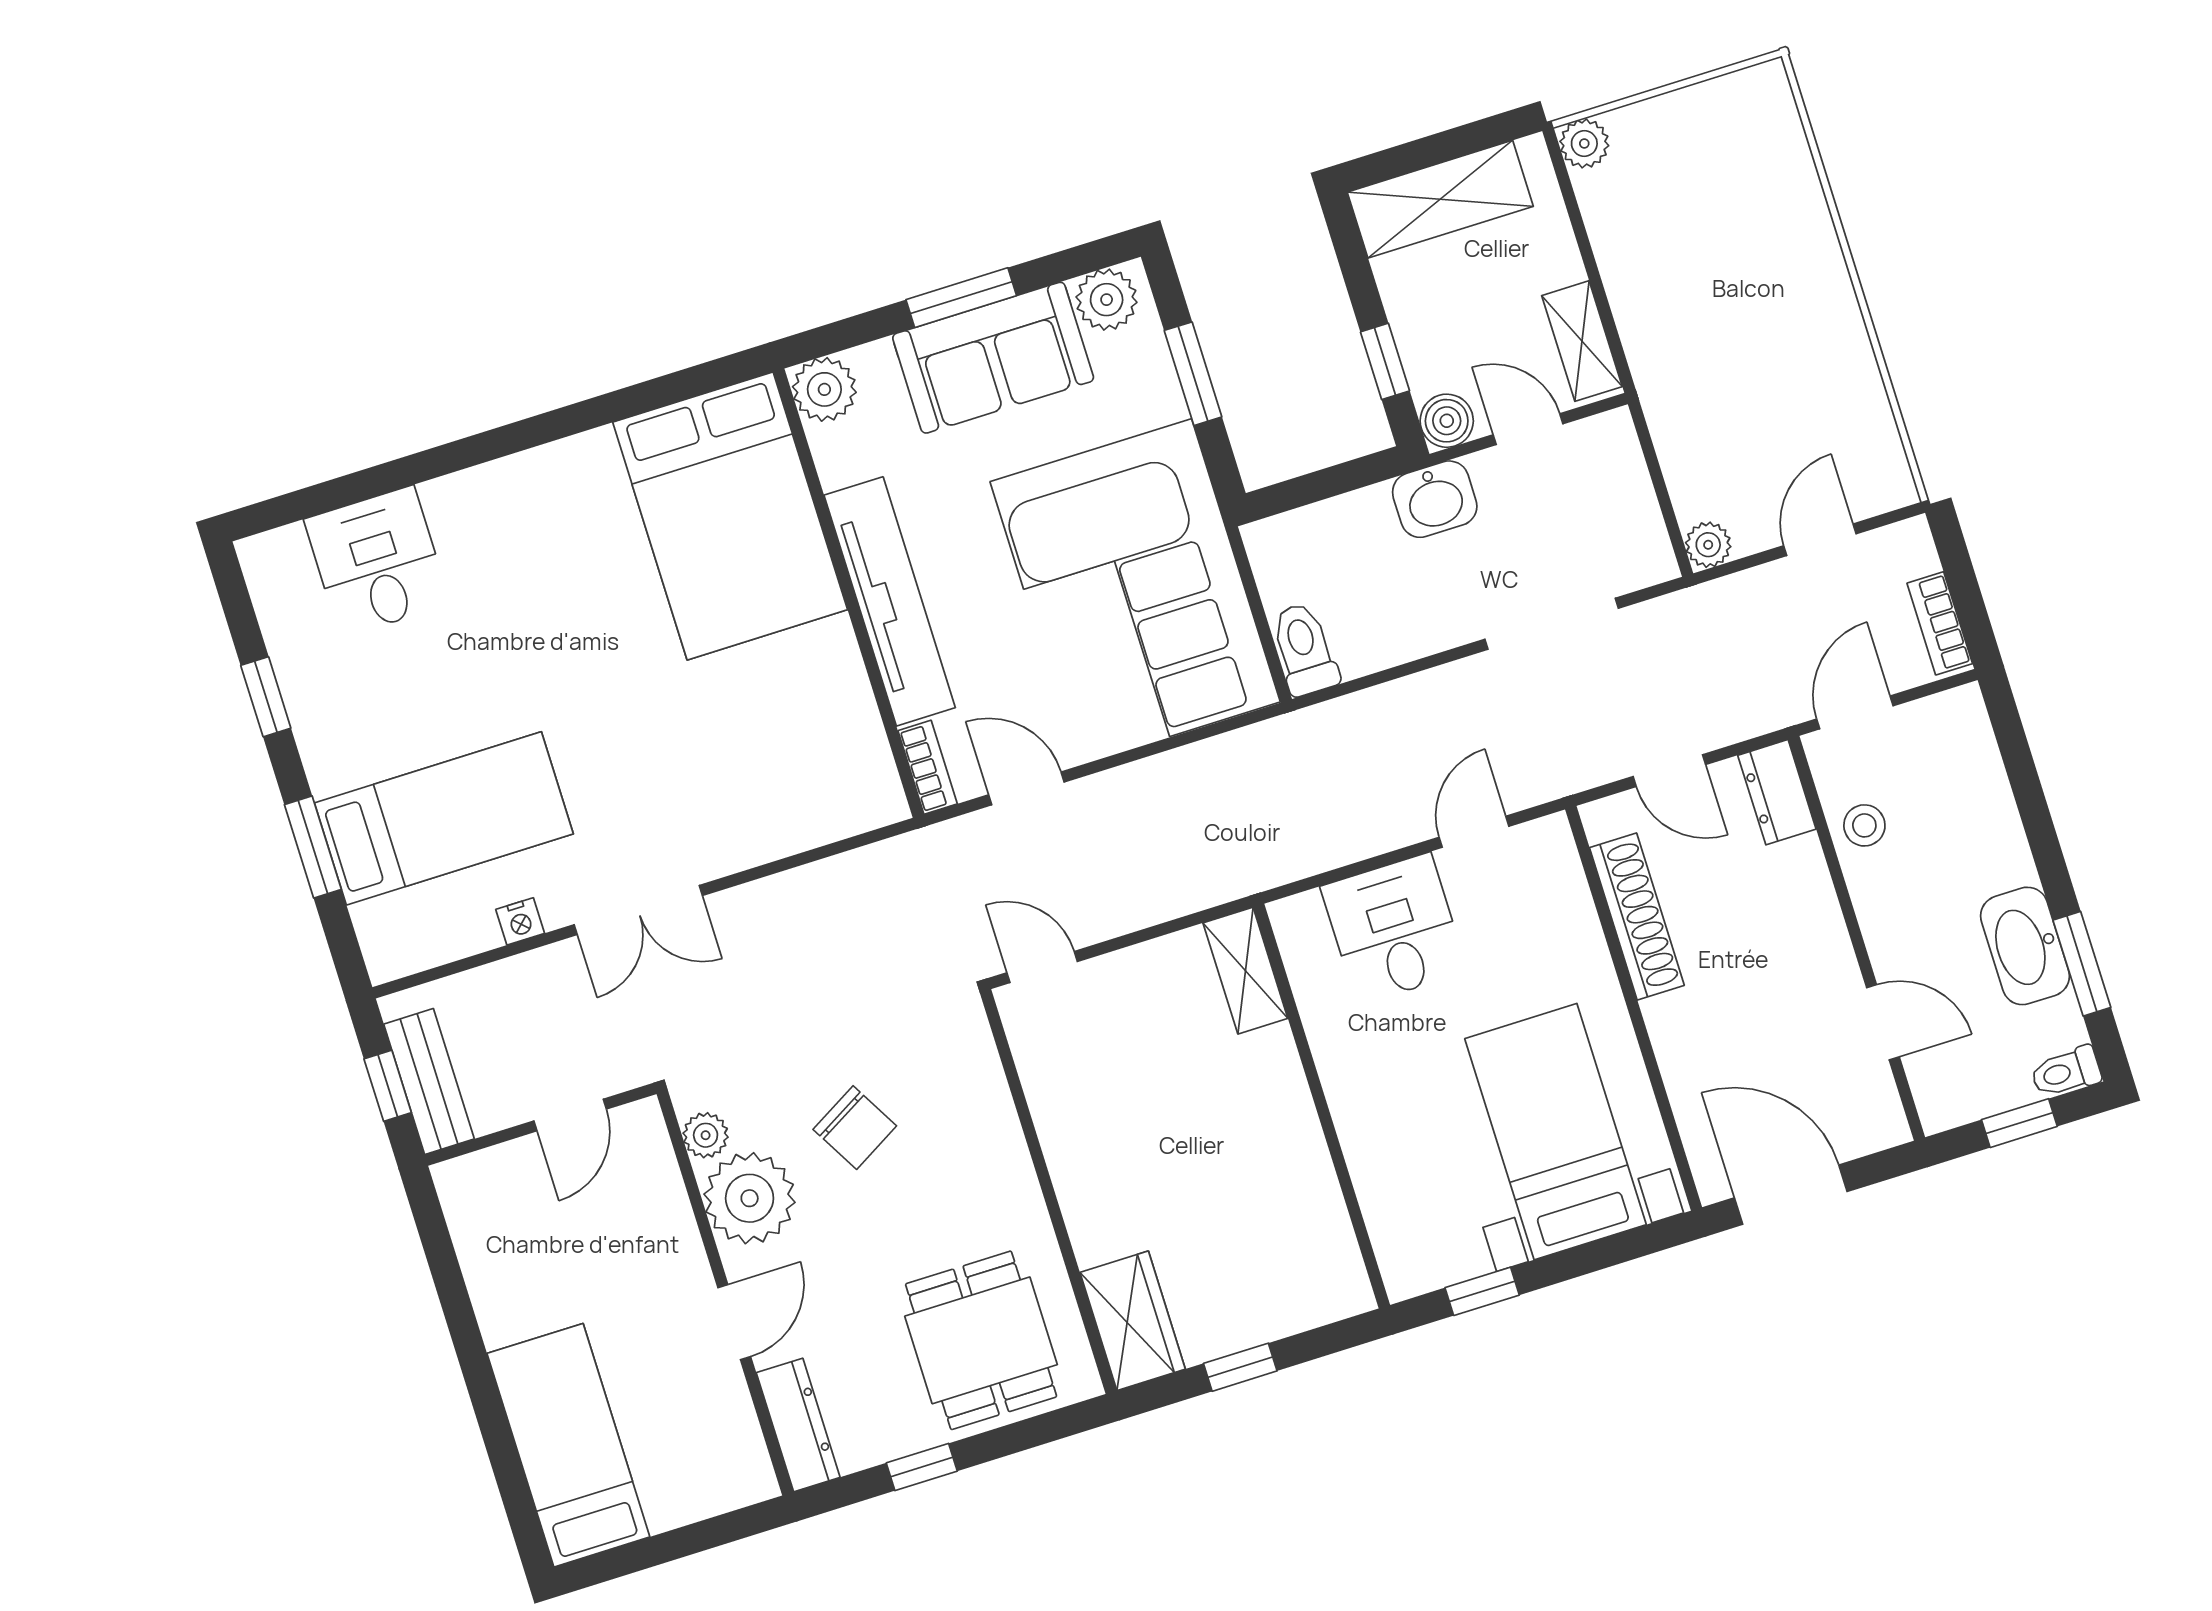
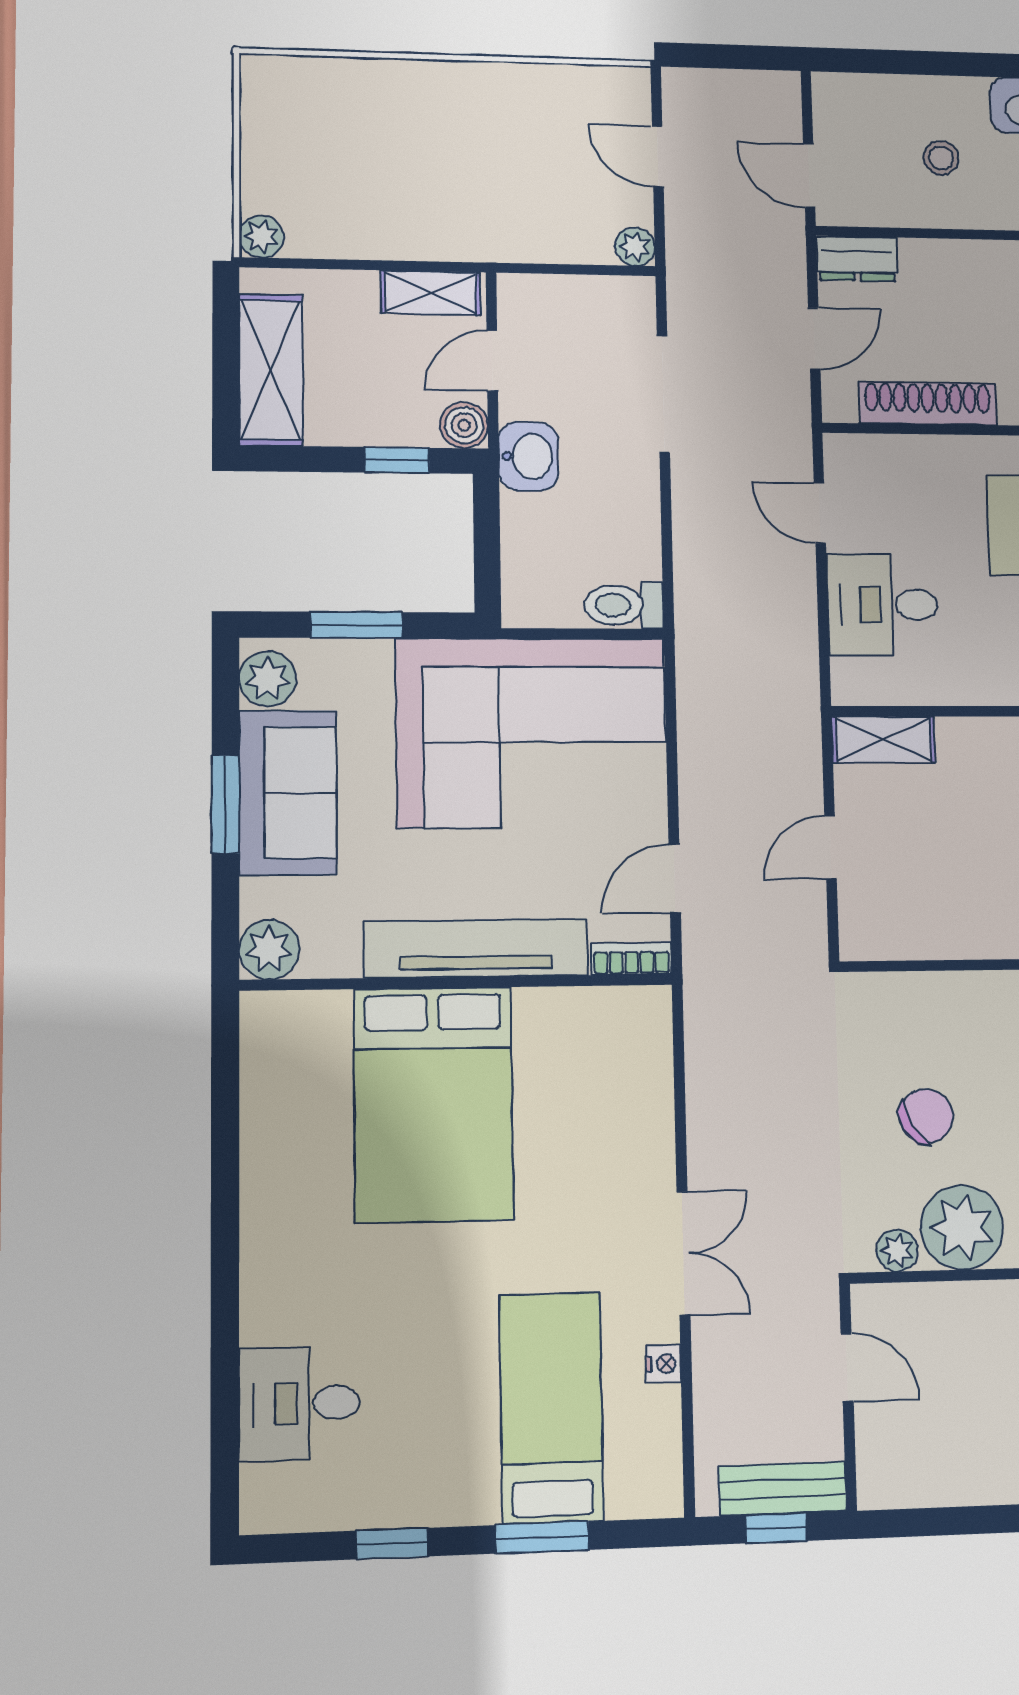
bed: (730, 516) -> (433, 1104), moved, turned 90
bookcase: (1940, 623) -> (755, 85), removed
stool: (1864, 825) -> (941, 158), moved
door: (1042, 967) -> (830, 847), moved

